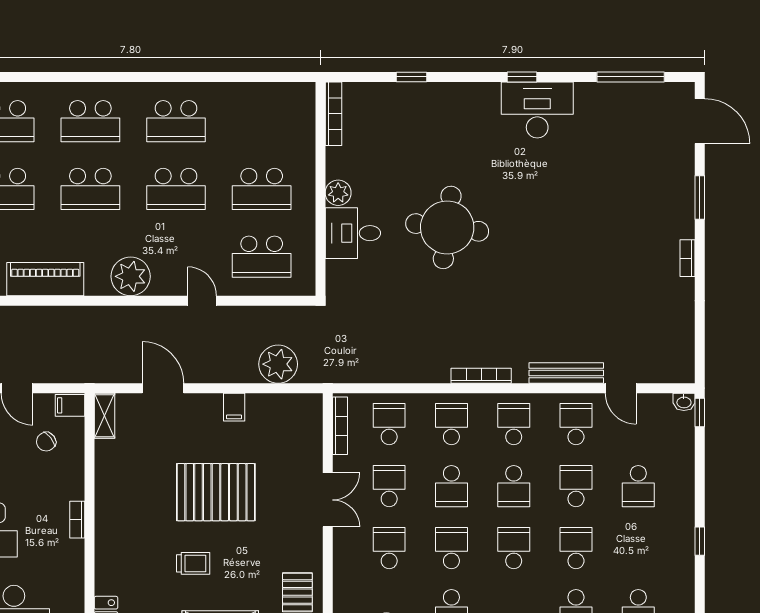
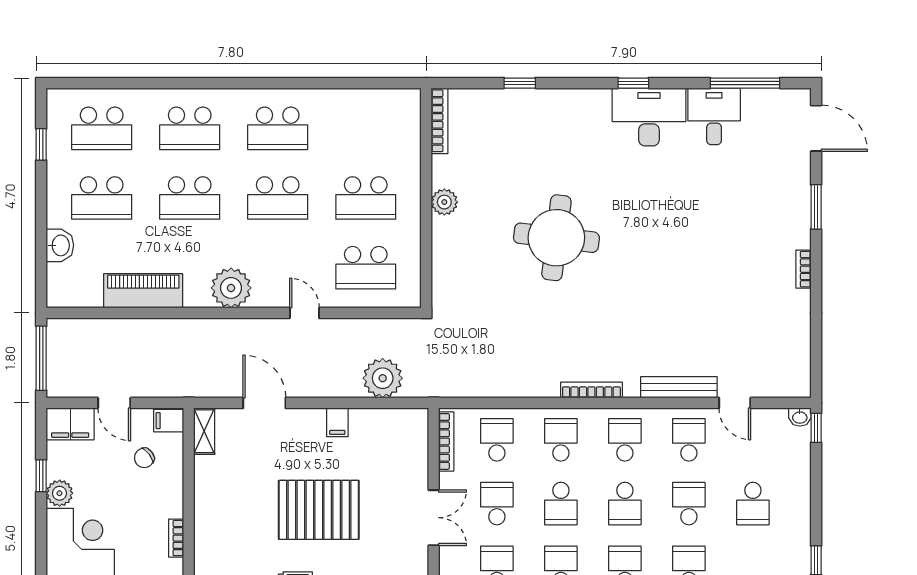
desk: (353, 233) -> (714, 116), moved, turned 90

